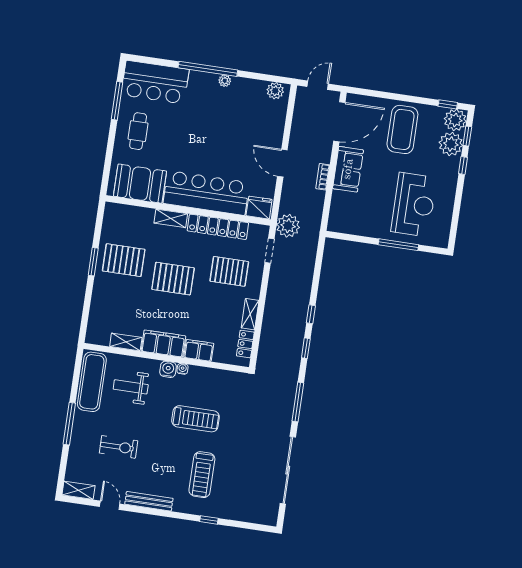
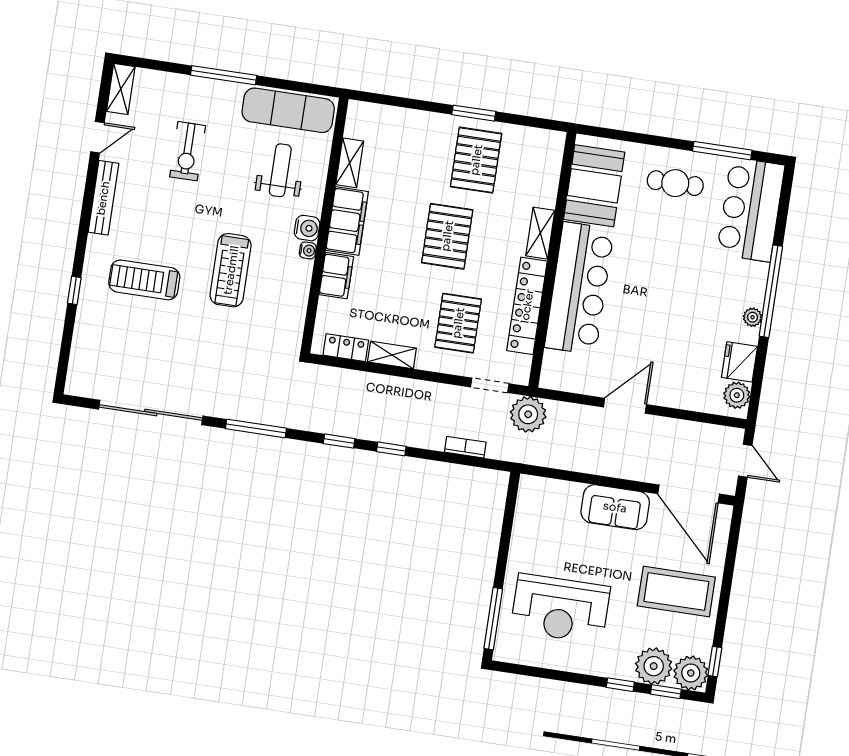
bookcase: (323, 177) -> (465, 447), moved
fridge: (259, 208) -> (740, 362), moved, turned 180
window: (398, 245) -> (493, 619), moved

